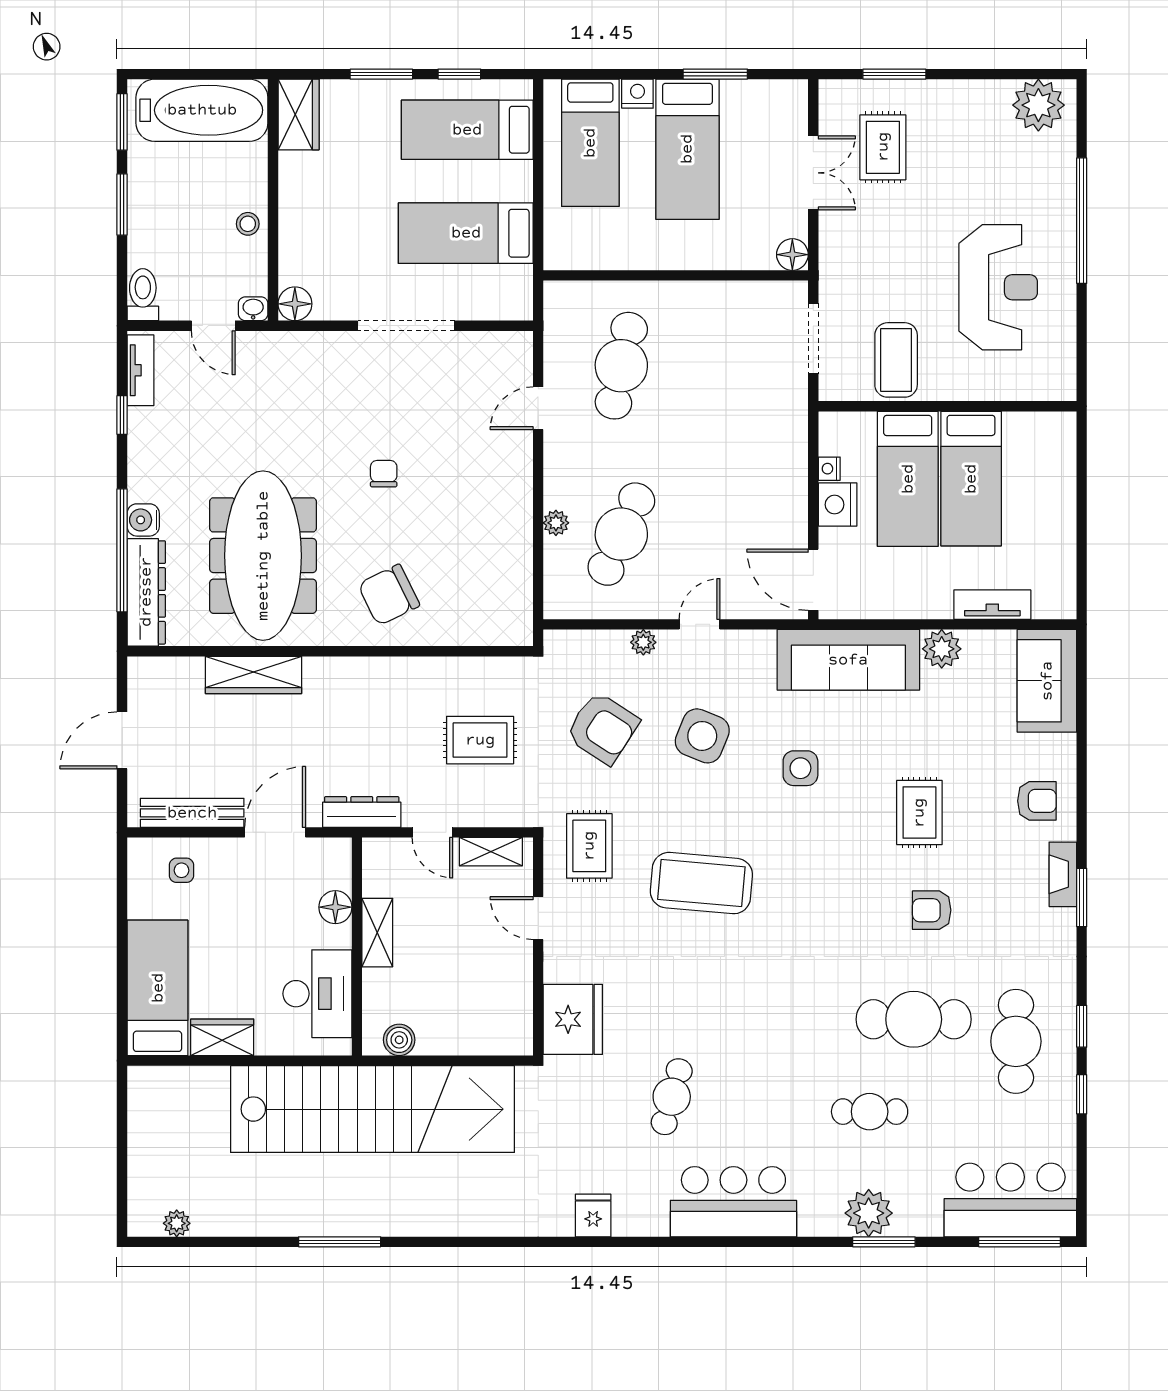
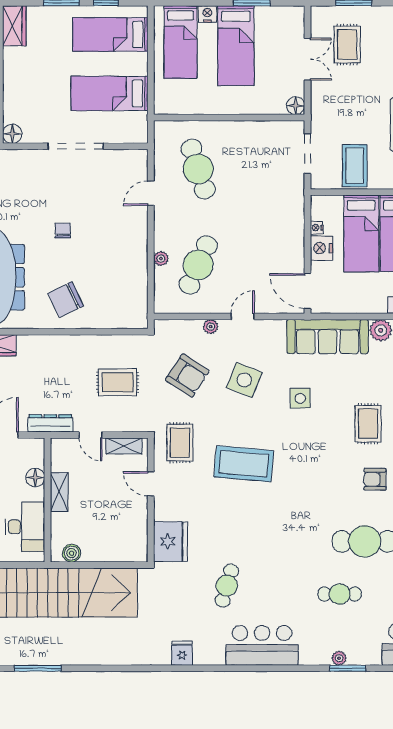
cafe table: (621, 366) -> (198, 169), turned -30
plant: (869, 1213) -> (339, 658), width x0.53, depth x0.53

